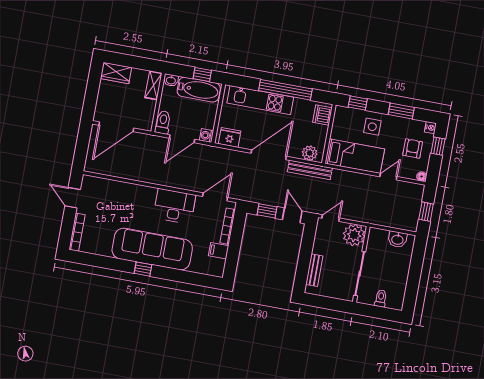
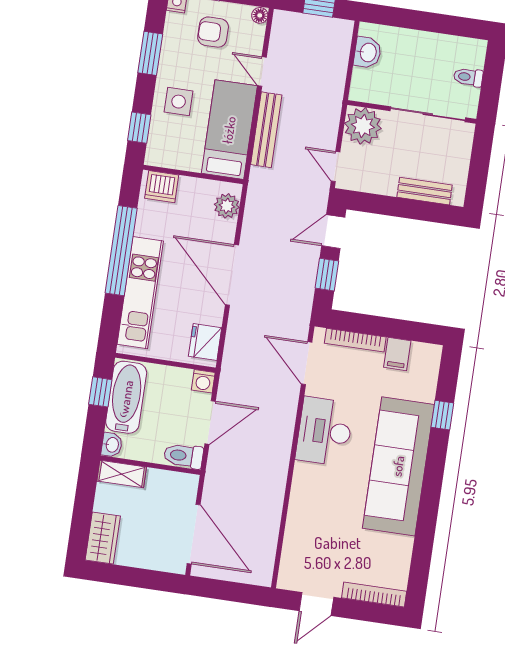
door: (182, 139) -> (210, 423), hinge flipped
bench: (310, 170) -> (266, 130), moved
window: (143, 269) -> (442, 415), moved

